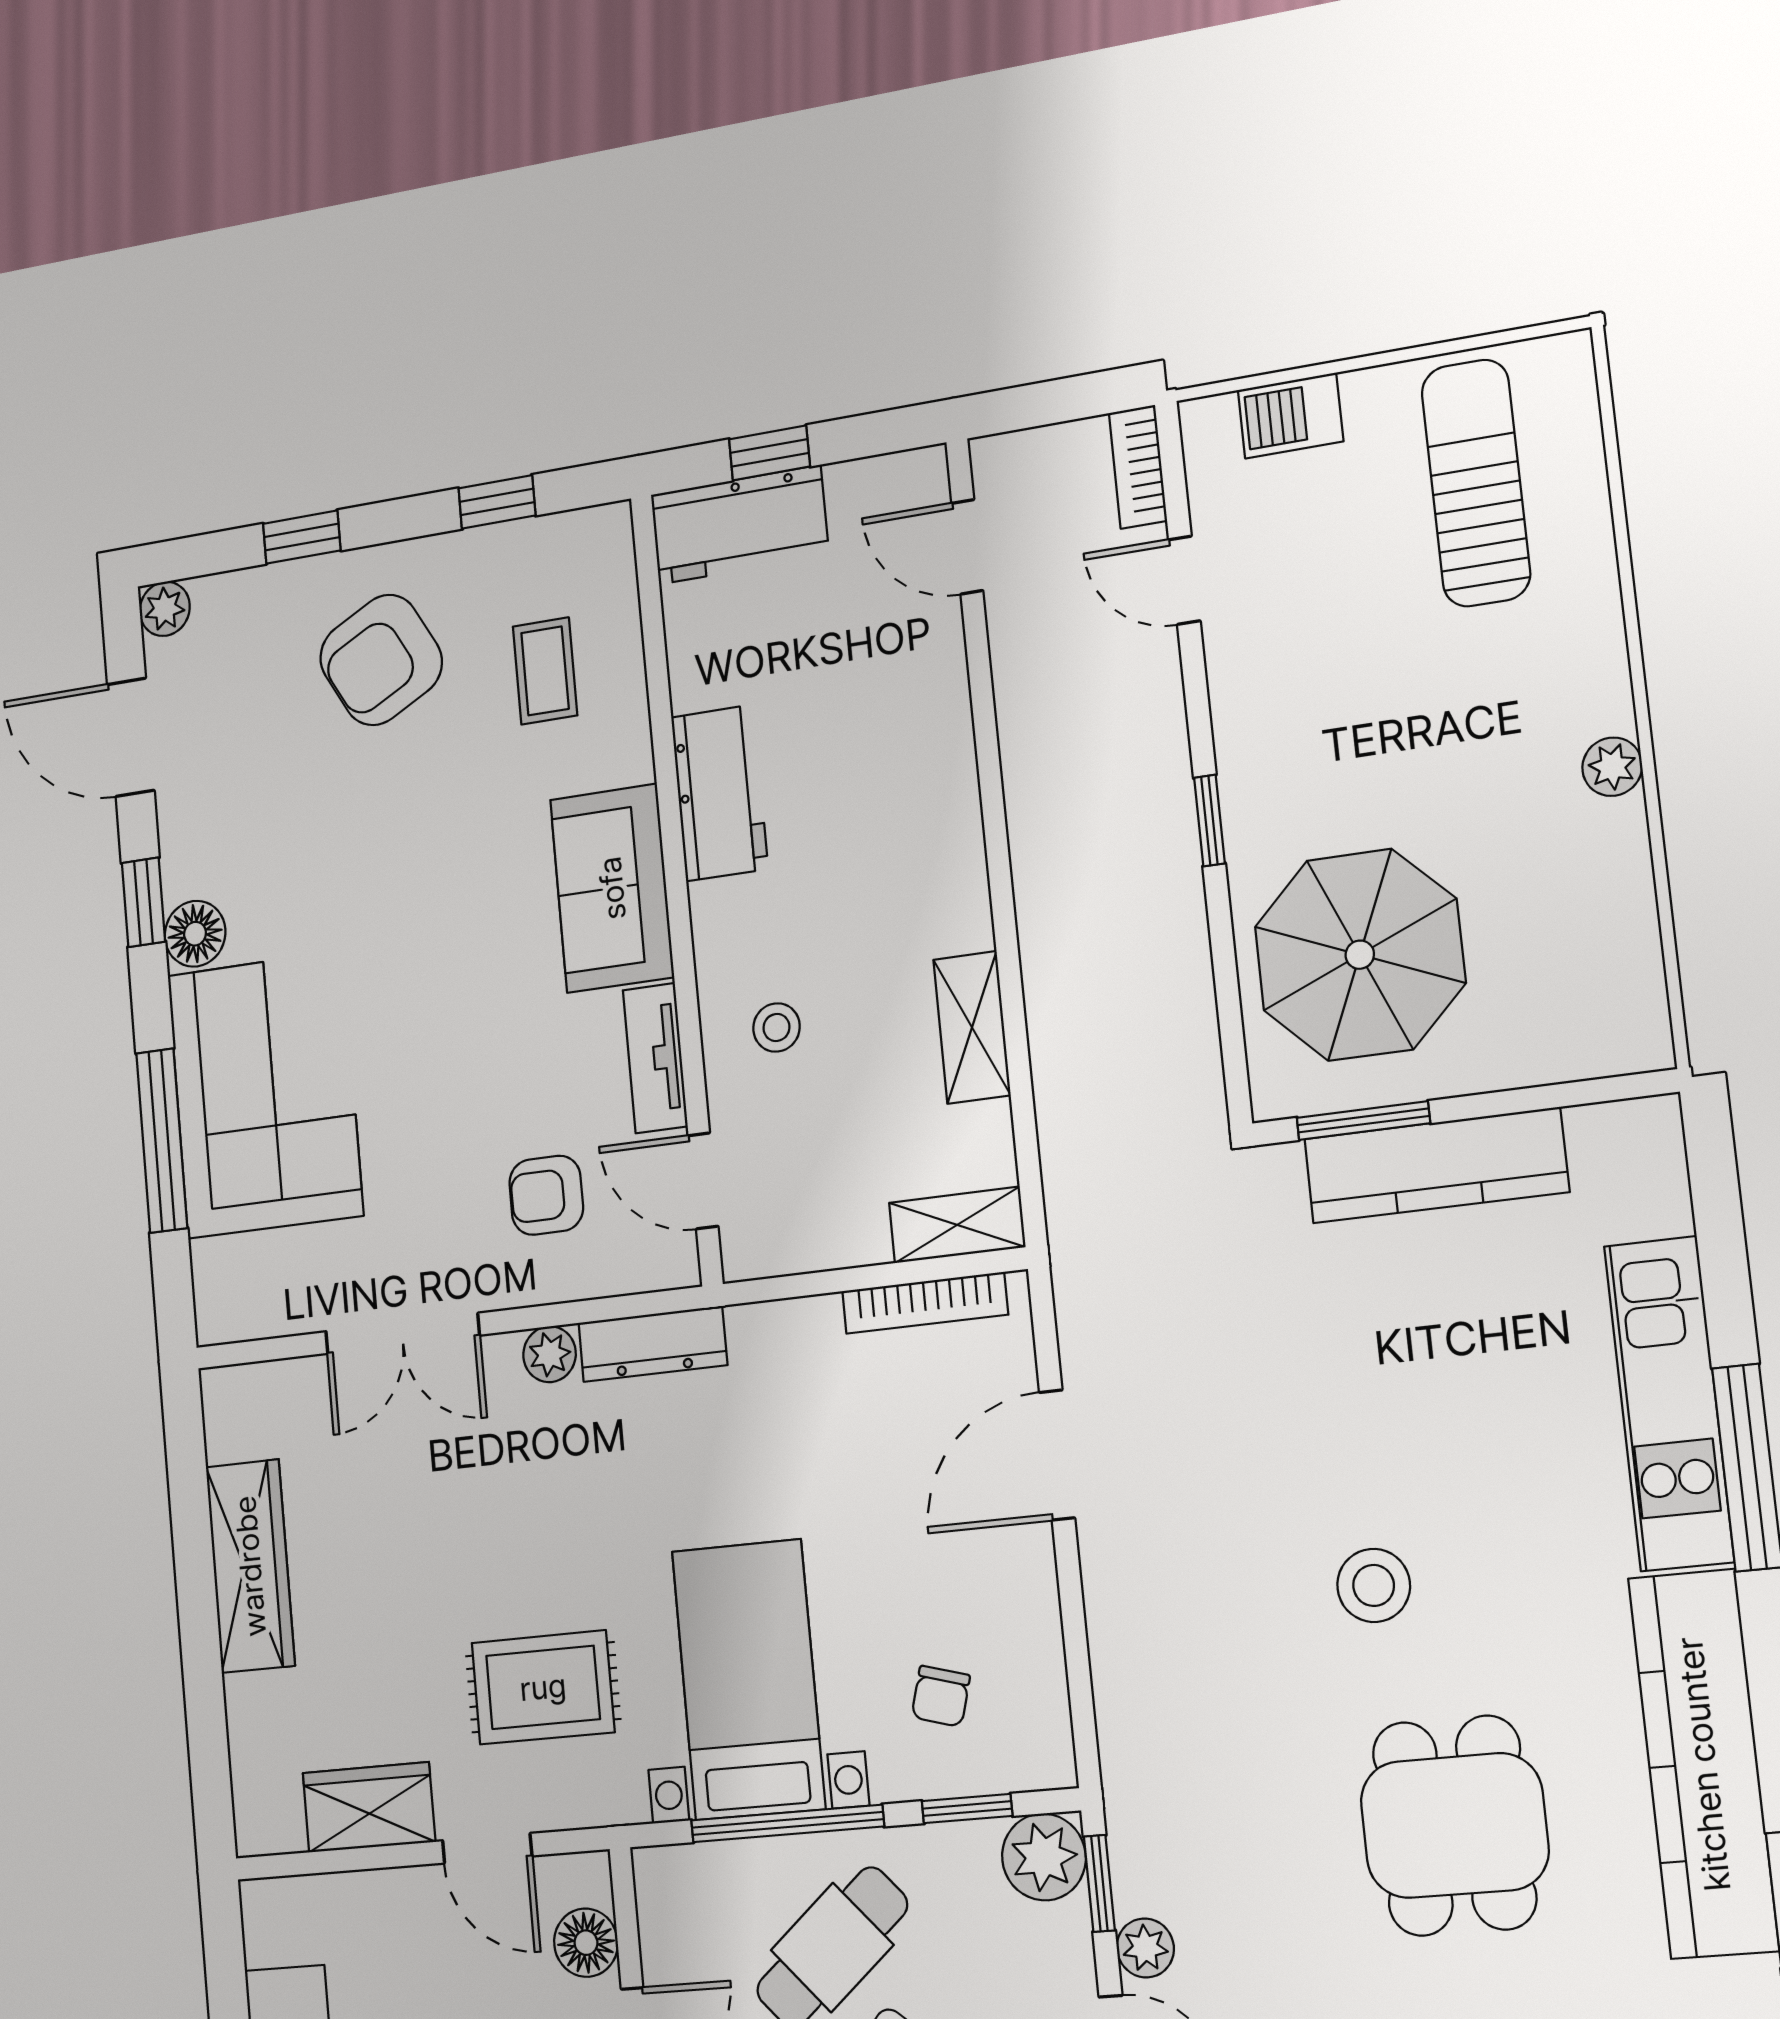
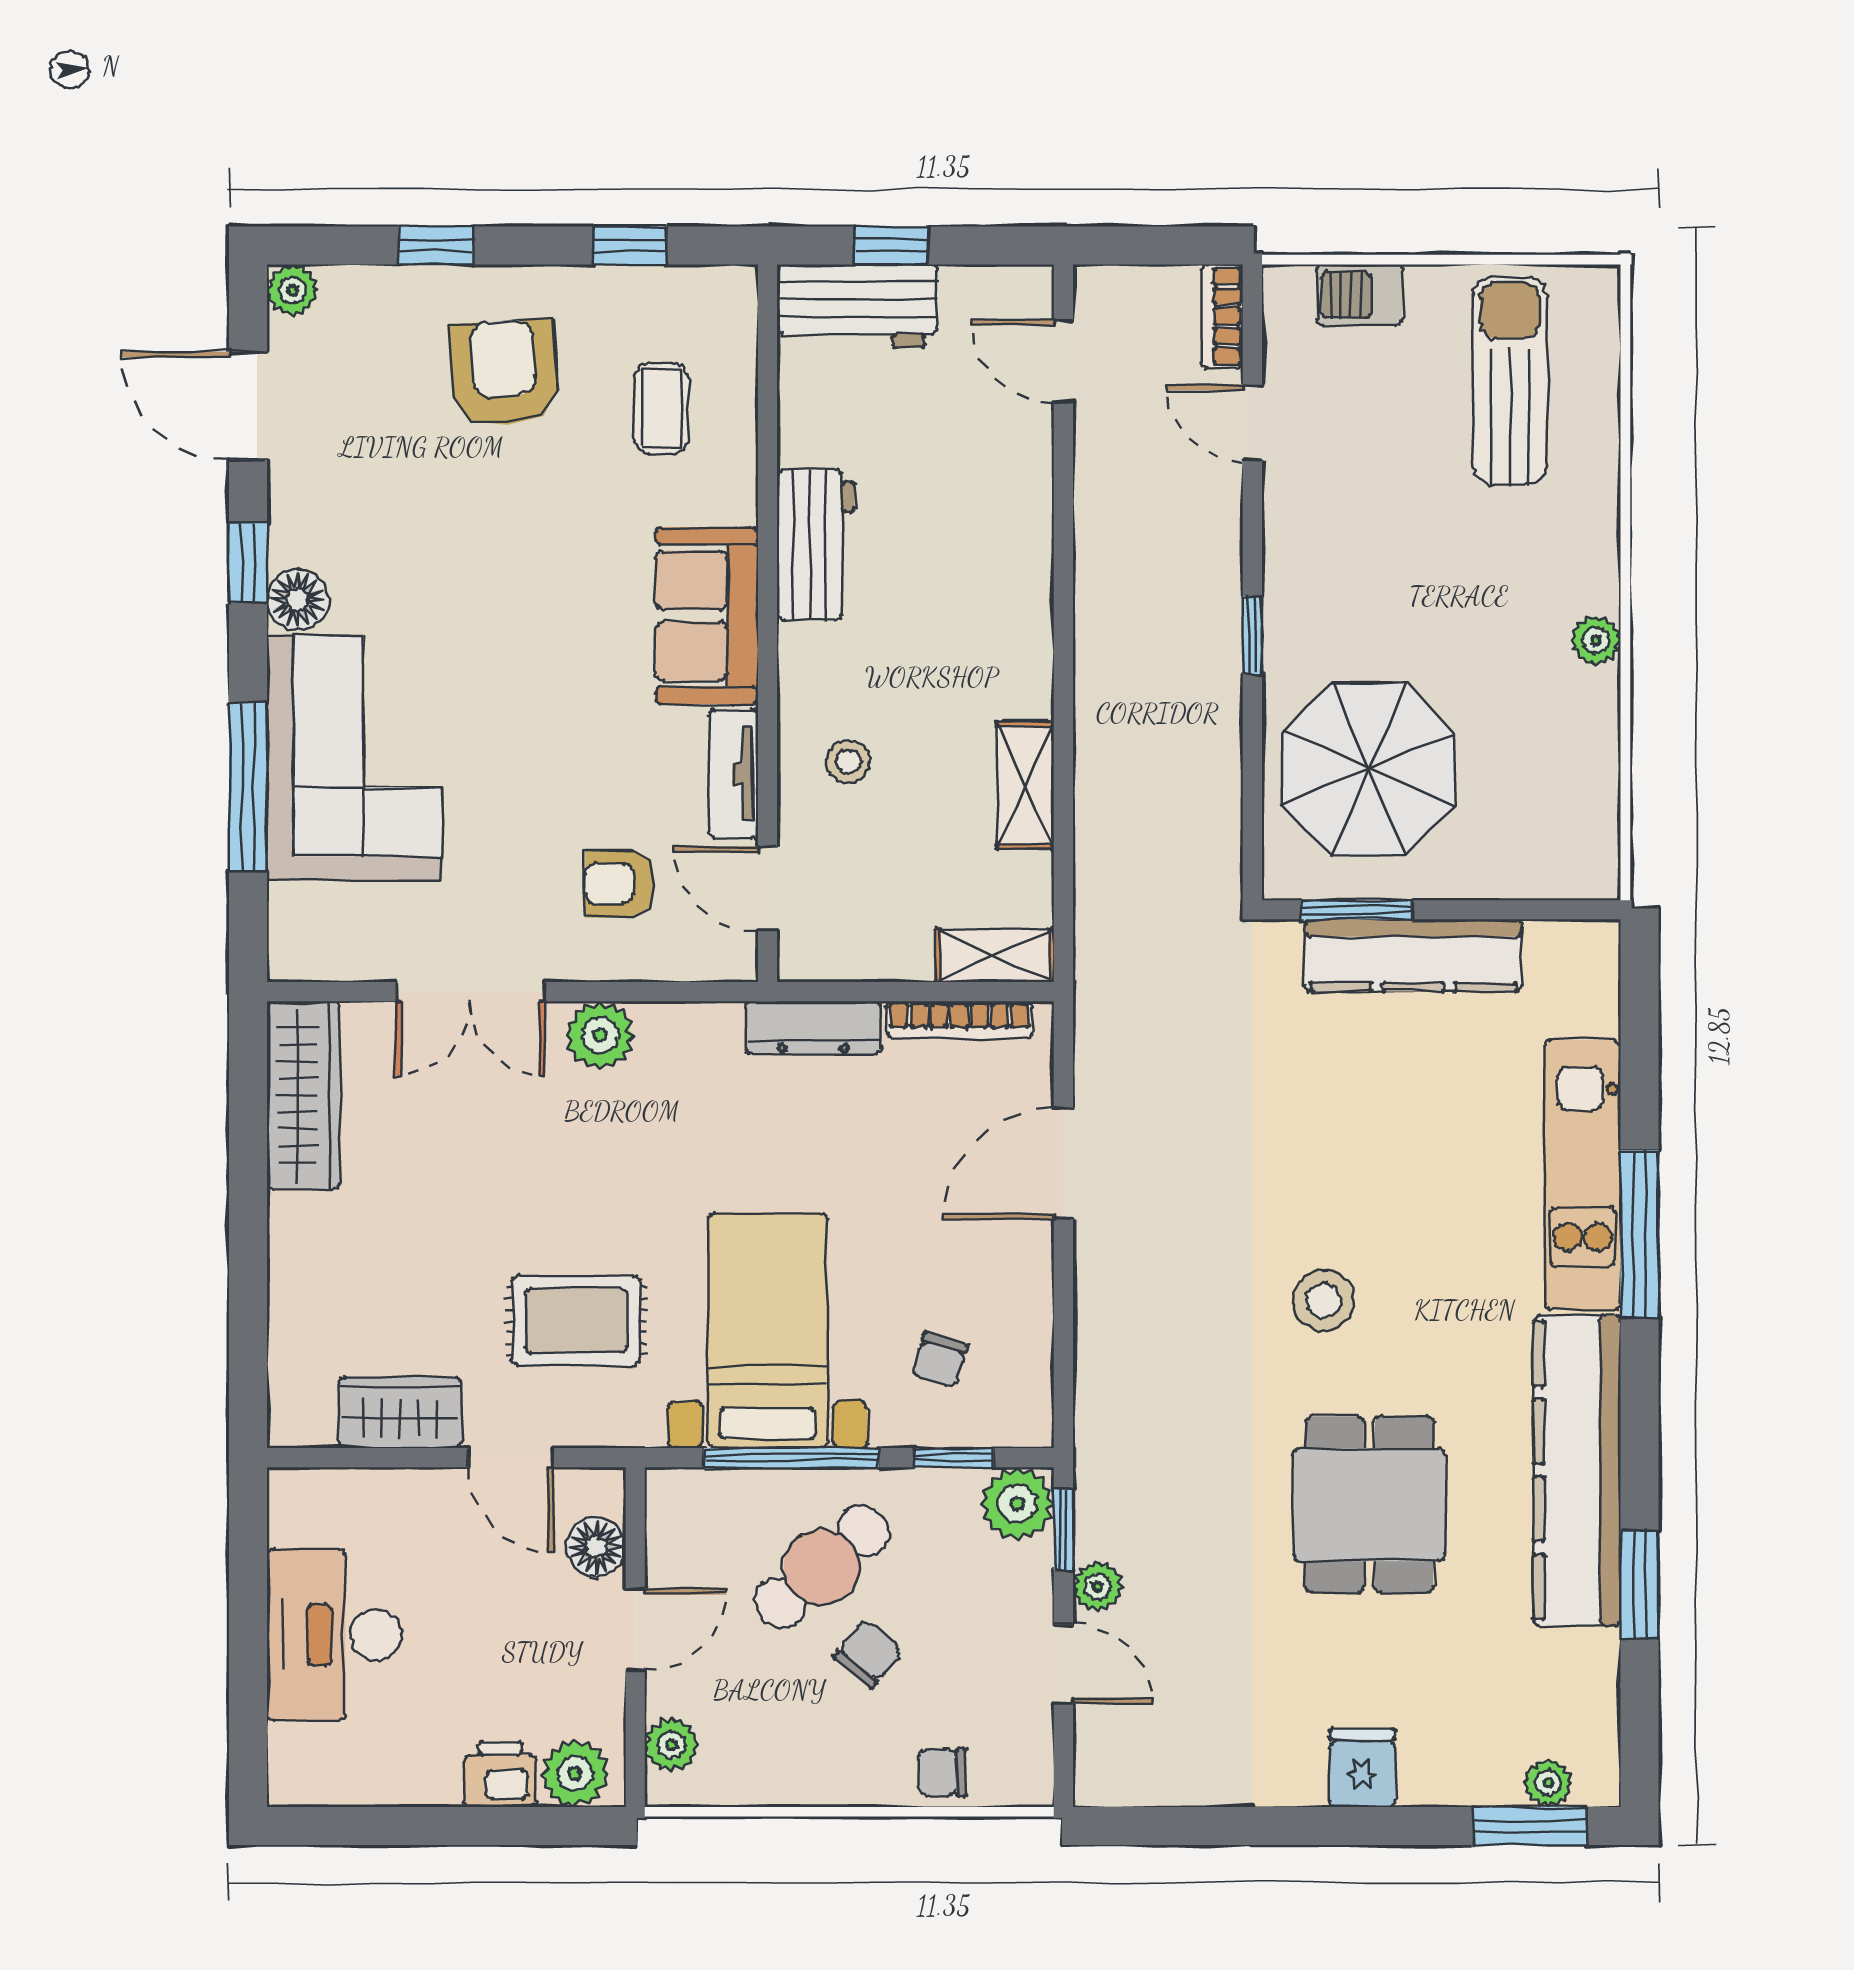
armchair: (381, 660) -> (504, 373), turned 114
dresser: (653, 1344) -> (813, 1028), moved
plant: (550, 1354) -> (600, 1035), width x1.38, depth x1.38
wardrobe: (250, 1566) -> (303, 1095), moved

